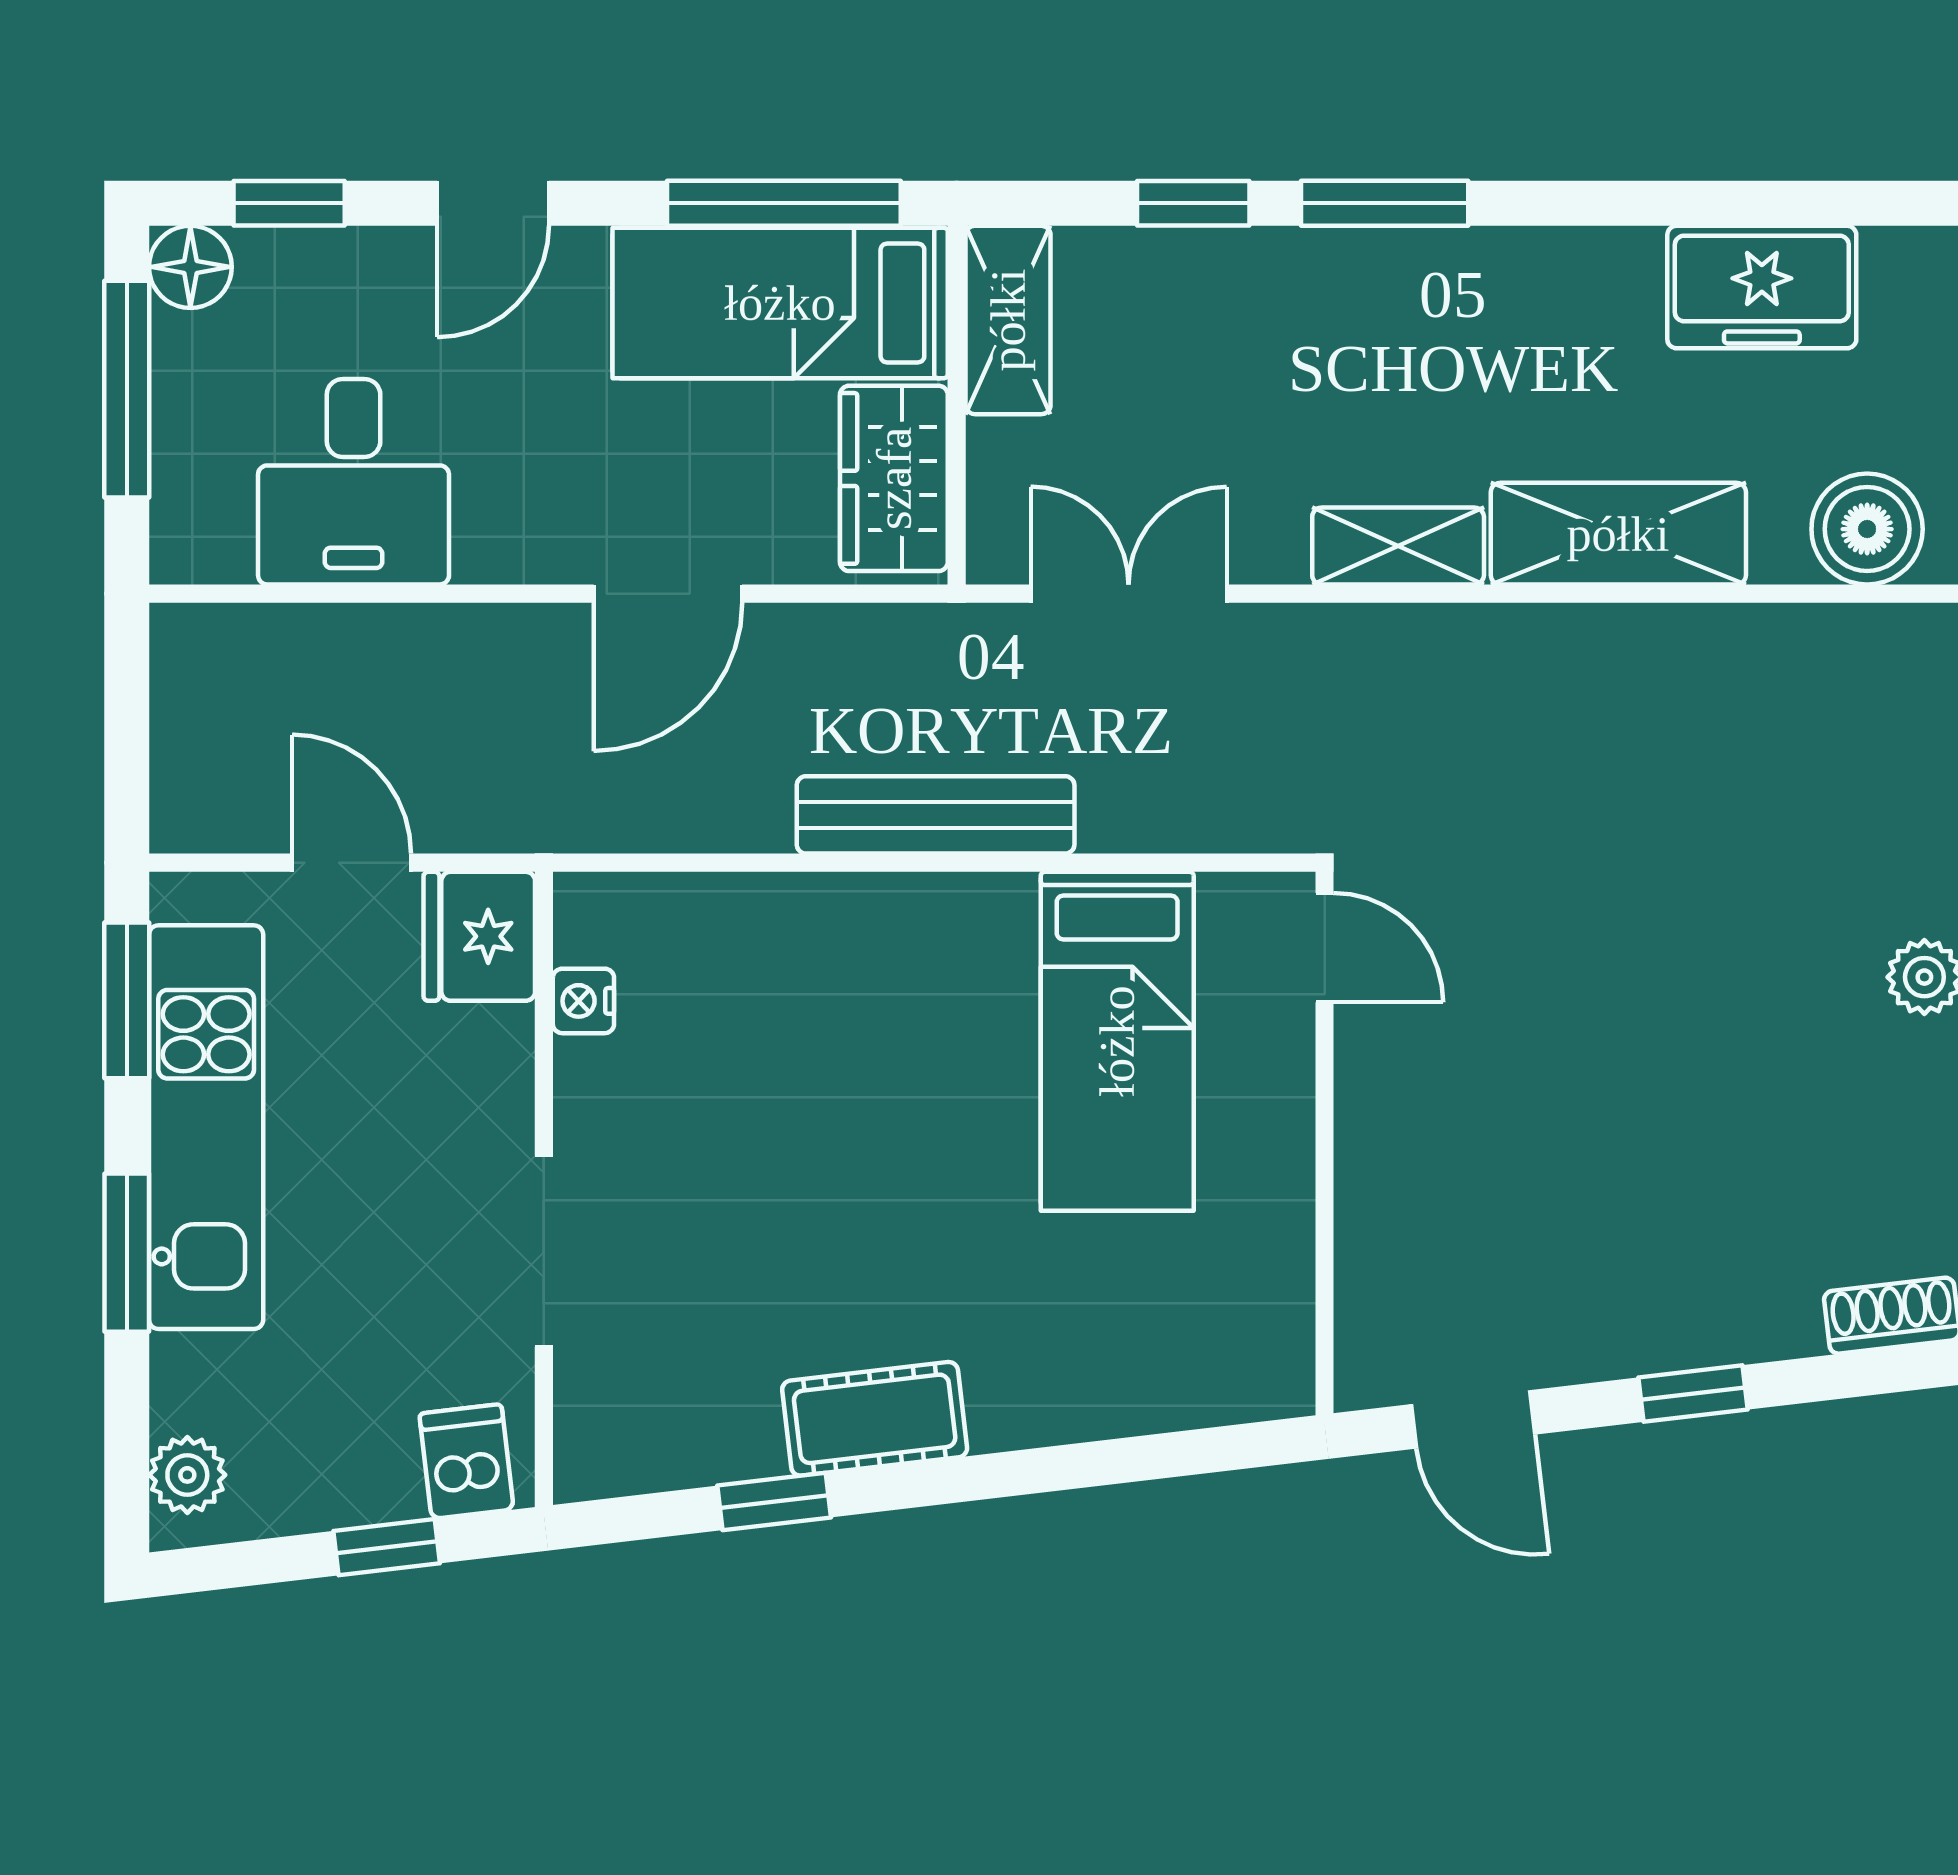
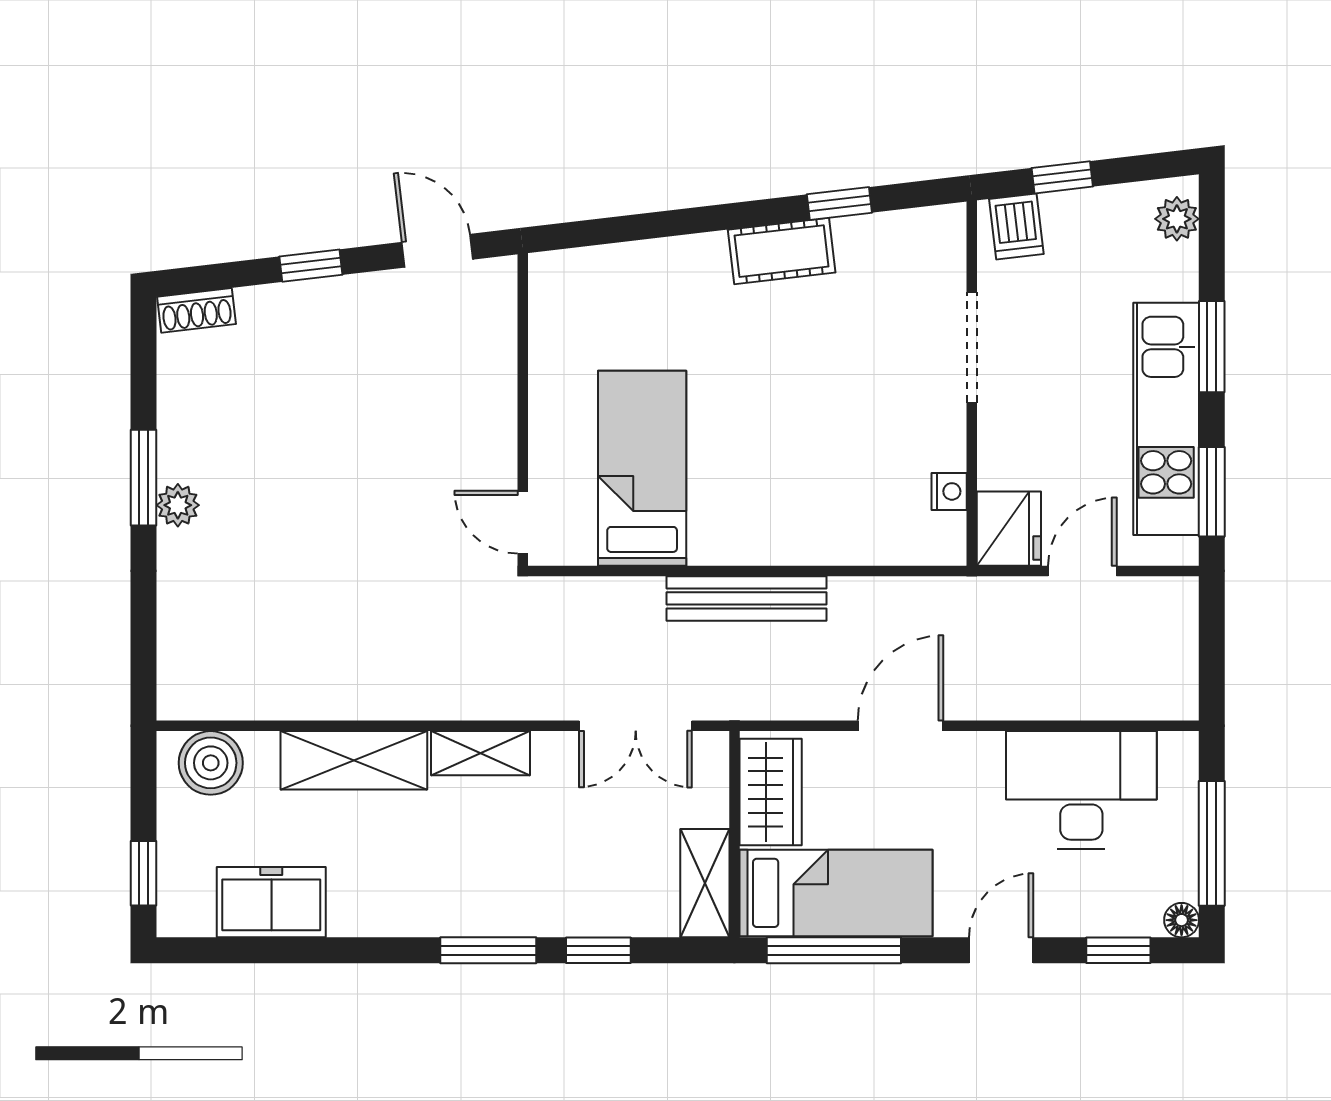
floor lamp: (190, 267) -> (1182, 920), width x0.73, depth x0.73
desk: (354, 482) -> (1081, 790), width x1.37
door: (352, 863) -> (1082, 571), swing flipped

